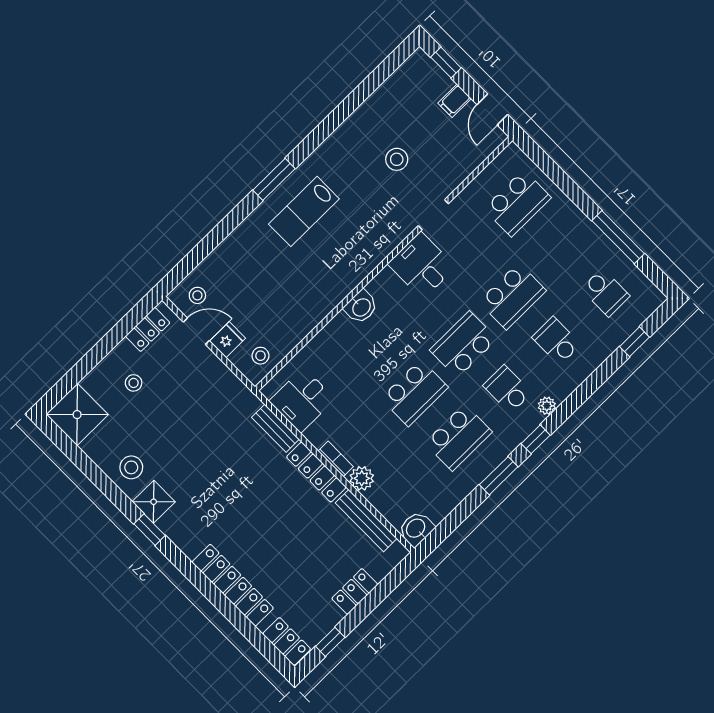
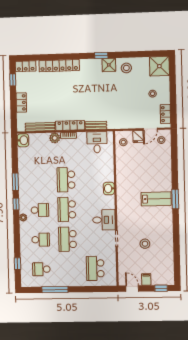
lab bench: (304, 211) -> (156, 199), turned 90
school desk: (463, 345) -> (67, 209), turned 180
school desk: (458, 437) -> (39, 180), removed

